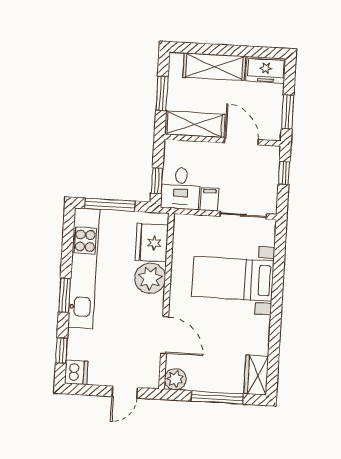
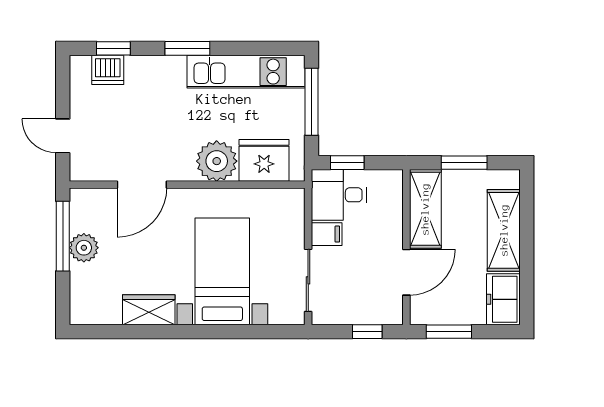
kitchen unit: (84, 268) -> (246, 72), width x0.73
dishwasher: (76, 372) -> (108, 70), moved
wardrobe: (256, 375) -> (149, 310), moved
plant: (175, 379) -> (84, 248), moved
window: (217, 397) -> (63, 236), moved

